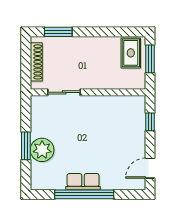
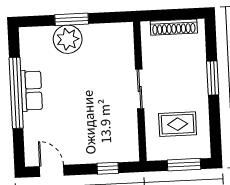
window: (58, 32) -> (213, 78), moved
rug: (131, 53) -> (178, 124), moved
sliding door: (64, 92) -> (140, 89), moved

